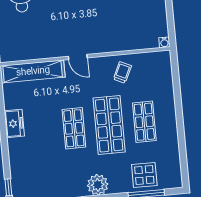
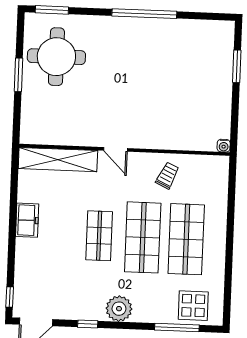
shop shelf: (144, 122) -> (186, 239), width x1.43, depth x1.36
display table: (144, 175) -> (193, 306), moved

